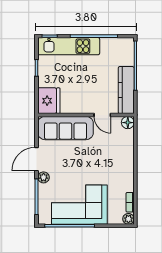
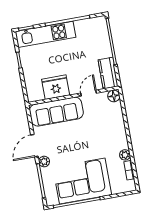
kitchen counter: (126, 90) -> (108, 73), width x0.67
fridge: (49, 101) -> (56, 87), moved, turned -90
door: (102, 115) -> (89, 93), swing flipped
plant: (128, 219) -> (125, 155), moved

